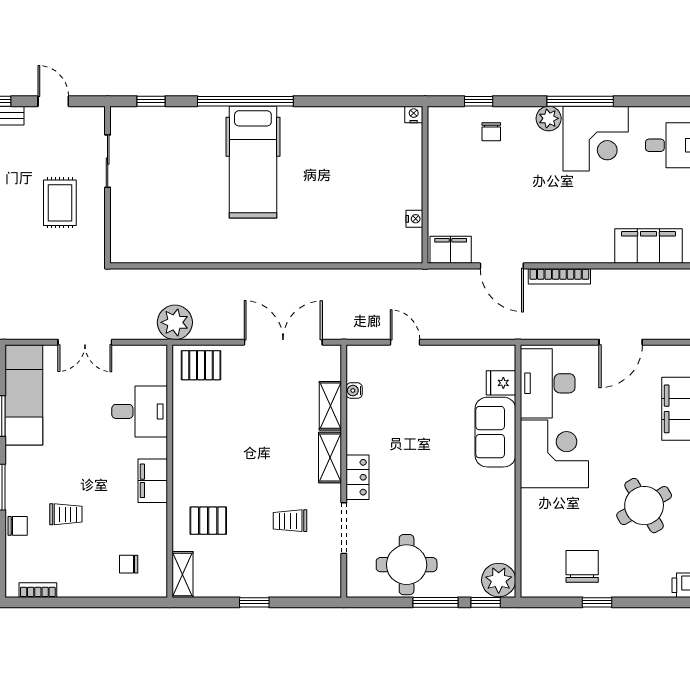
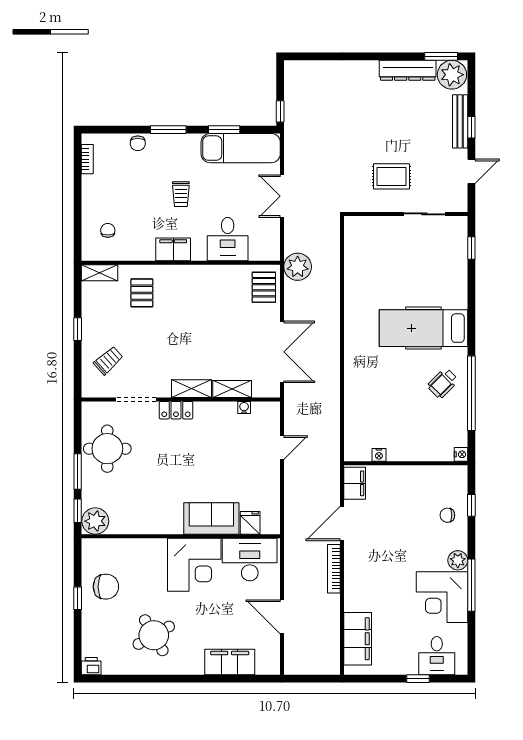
window: (245, 101) -> (471, 393), moved
wheelchair: (323, 138) -> (443, 383), added
trolley: (66, 514) -> (181, 194), moved
trolley: (290, 521) -> (108, 360), moved, turned 48

